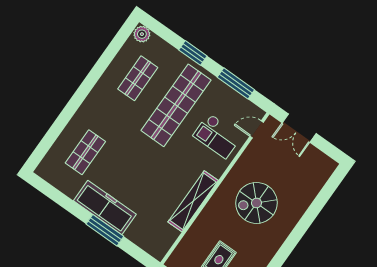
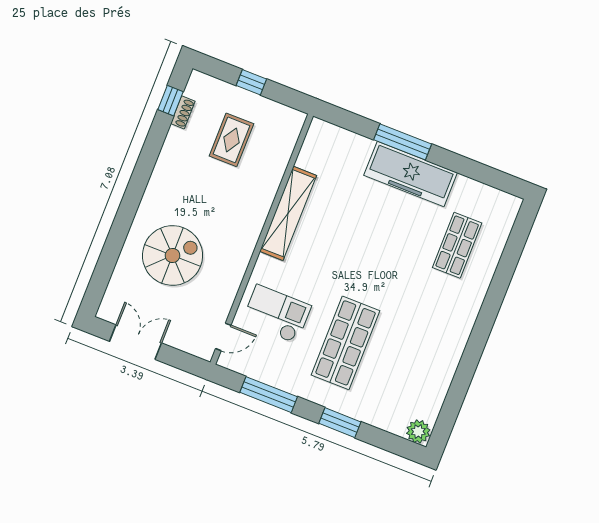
shop shelf: (138, 78) -> (409, 368), removed
shop shelf: (176, 105) -> (346, 343), width x0.71
double door: (299, 128) -> (136, 342), moved
spiral stairs: (256, 203) -> (173, 255), moved

